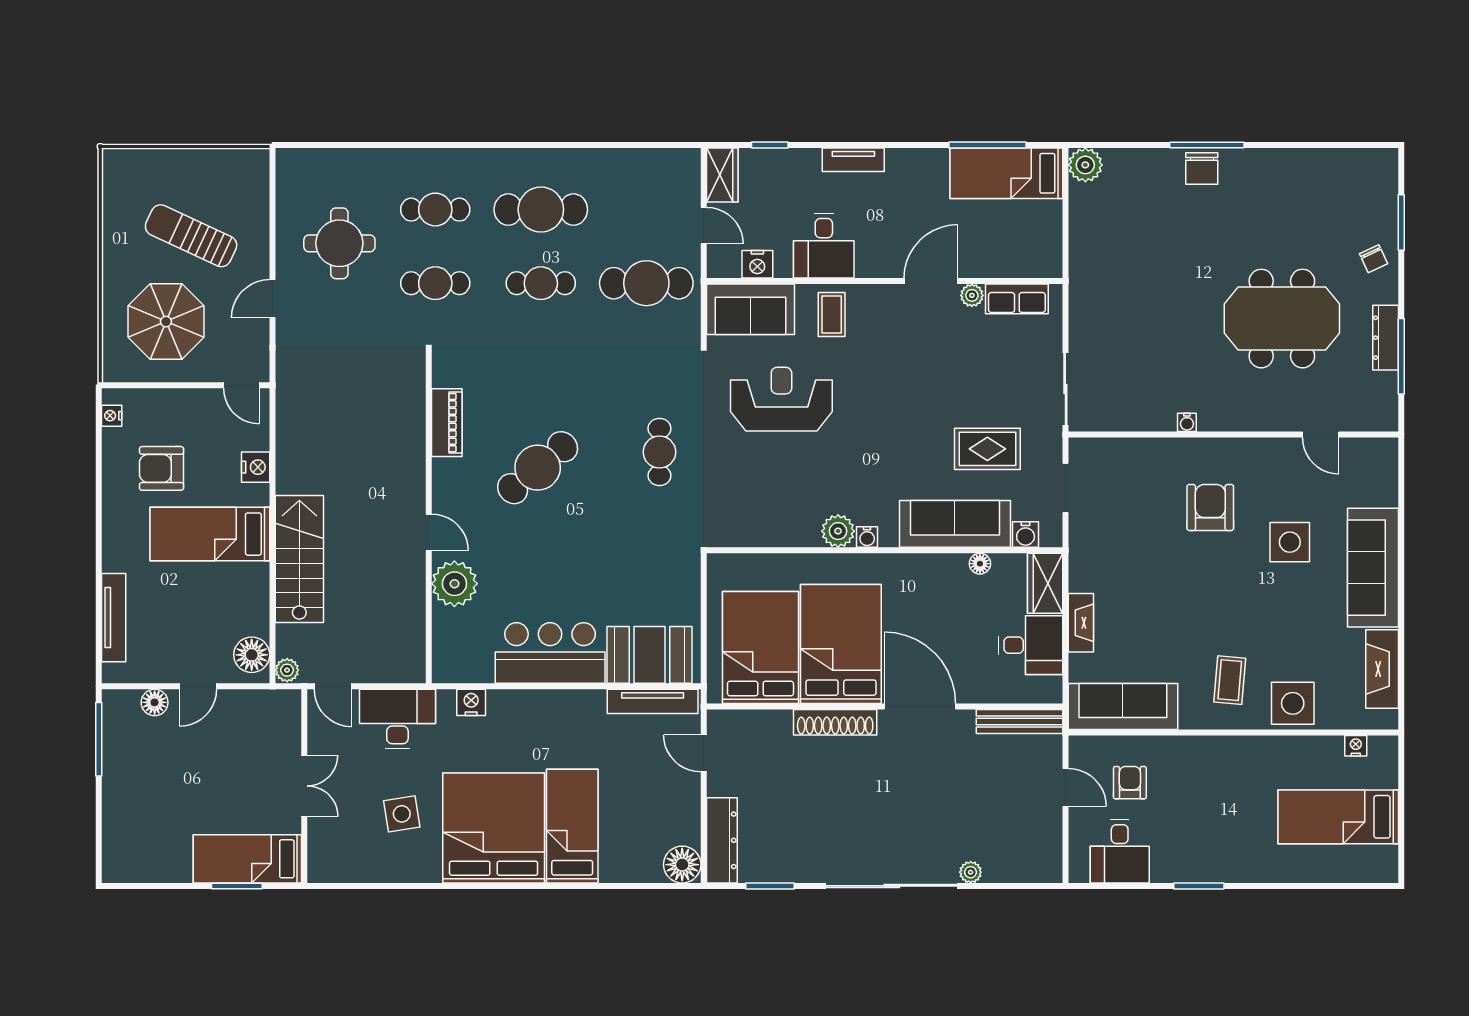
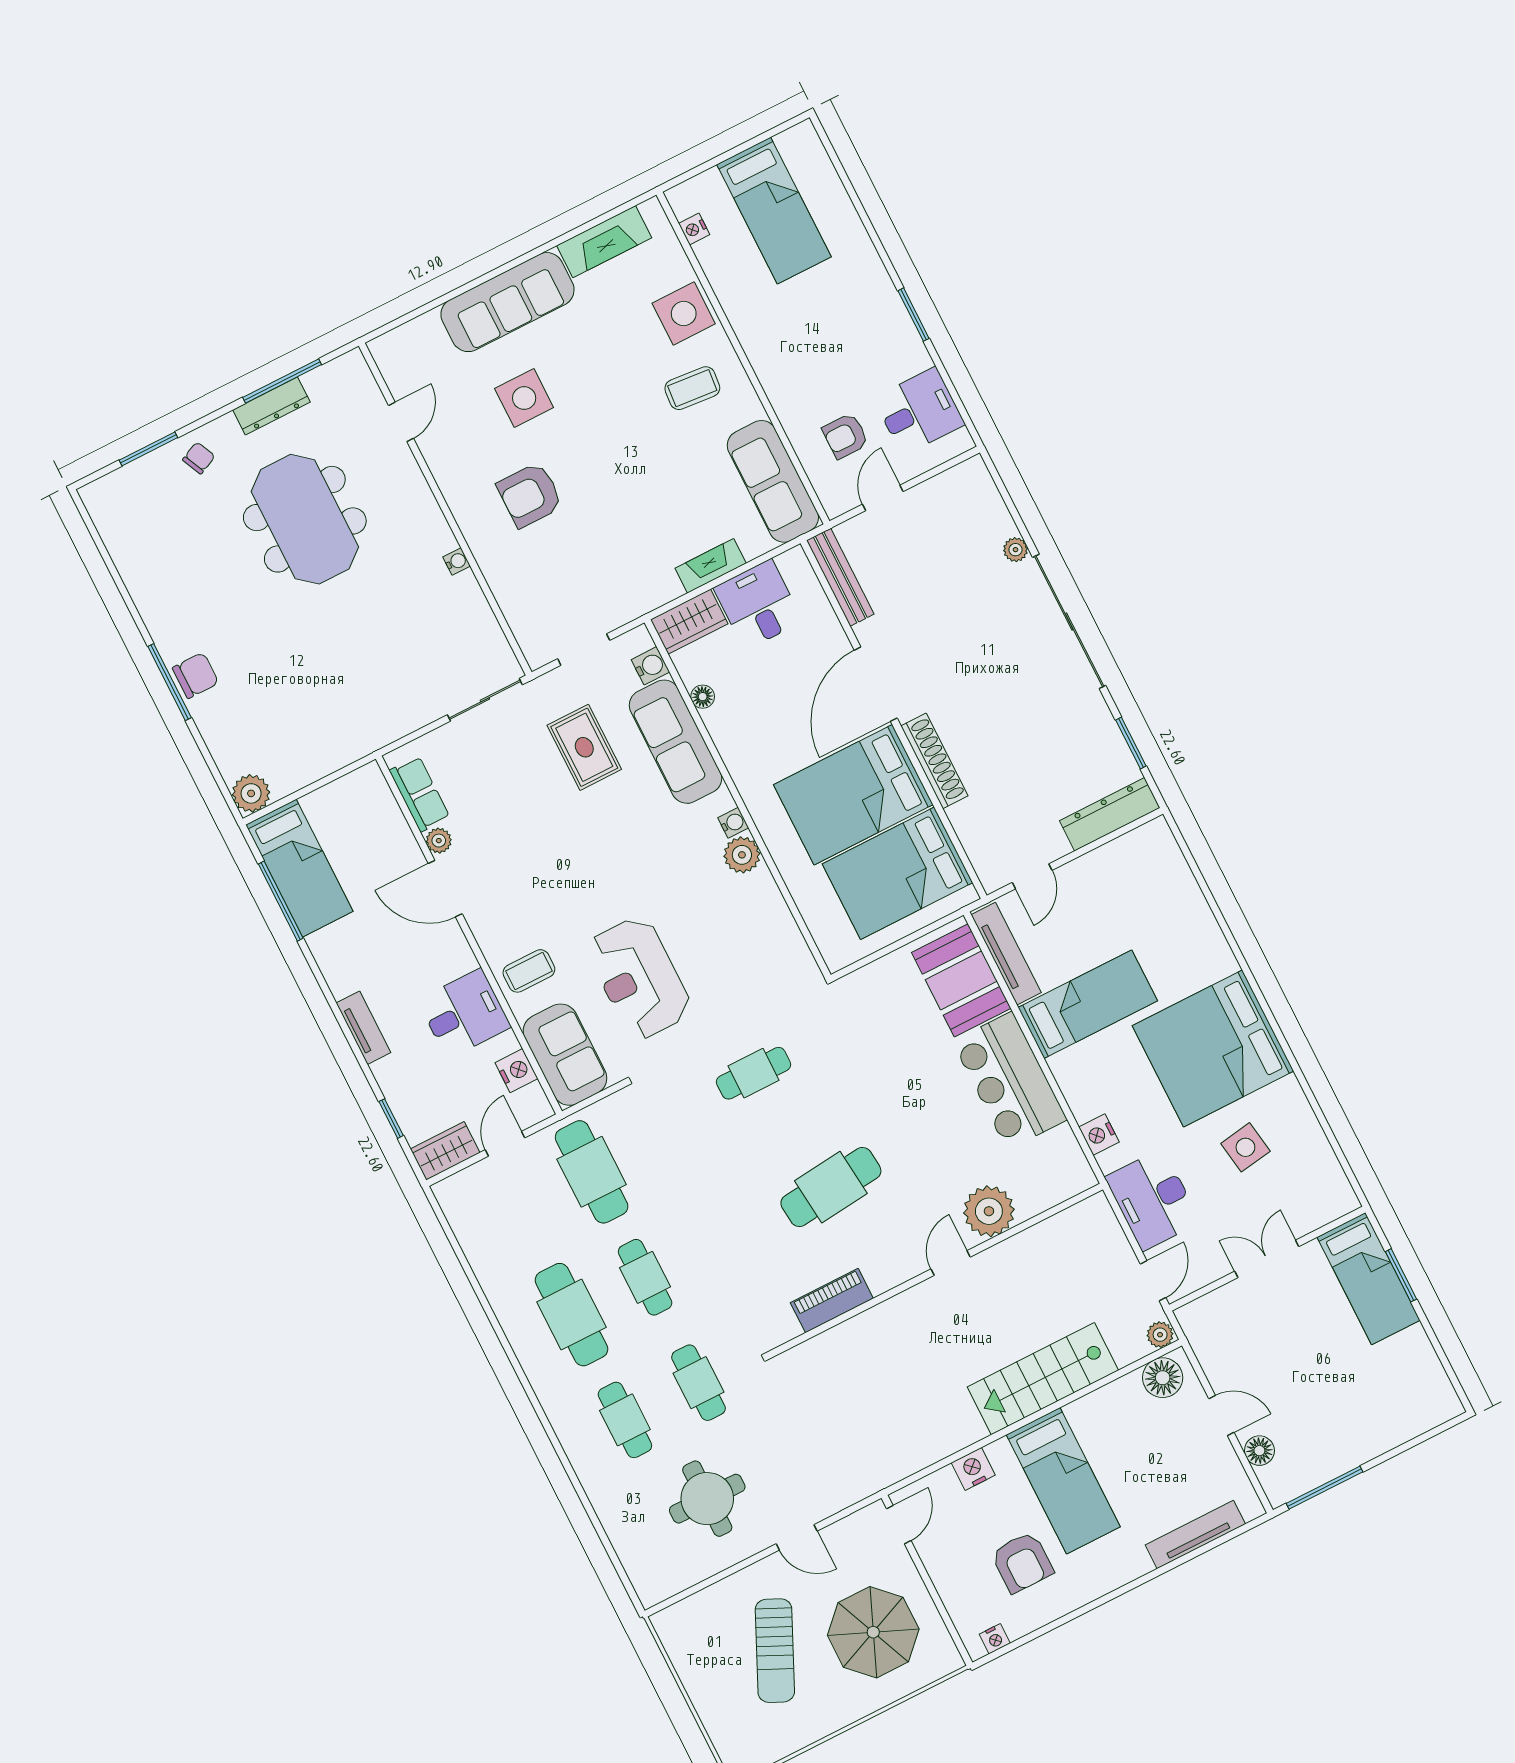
cafe table: (538, 468) -> (831, 1187), turned -56
bed: (572, 826) -> (1088, 1004), moved, turned 180
floor lamp: (682, 865) -> (1154, 841), removed

